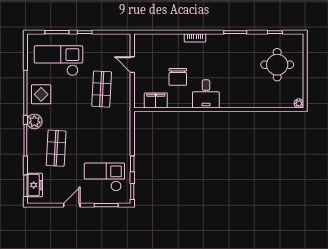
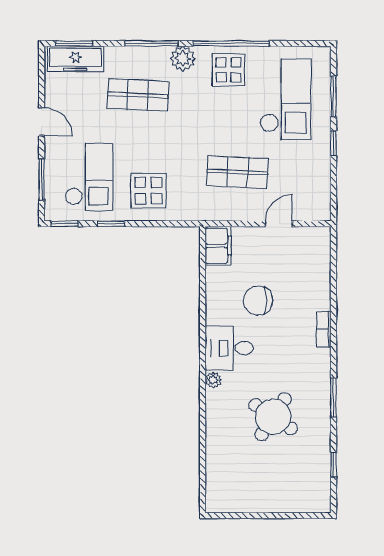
round table: (277, 65) -> (273, 417), moved, turned 33
filing cabinet: (156, 101) -> (218, 246), moved
plant: (299, 103) -> (213, 380), moved
display table: (113, 142) -> (149, 191), added
freezer: (35, 185) -> (75, 59), width x1.40

